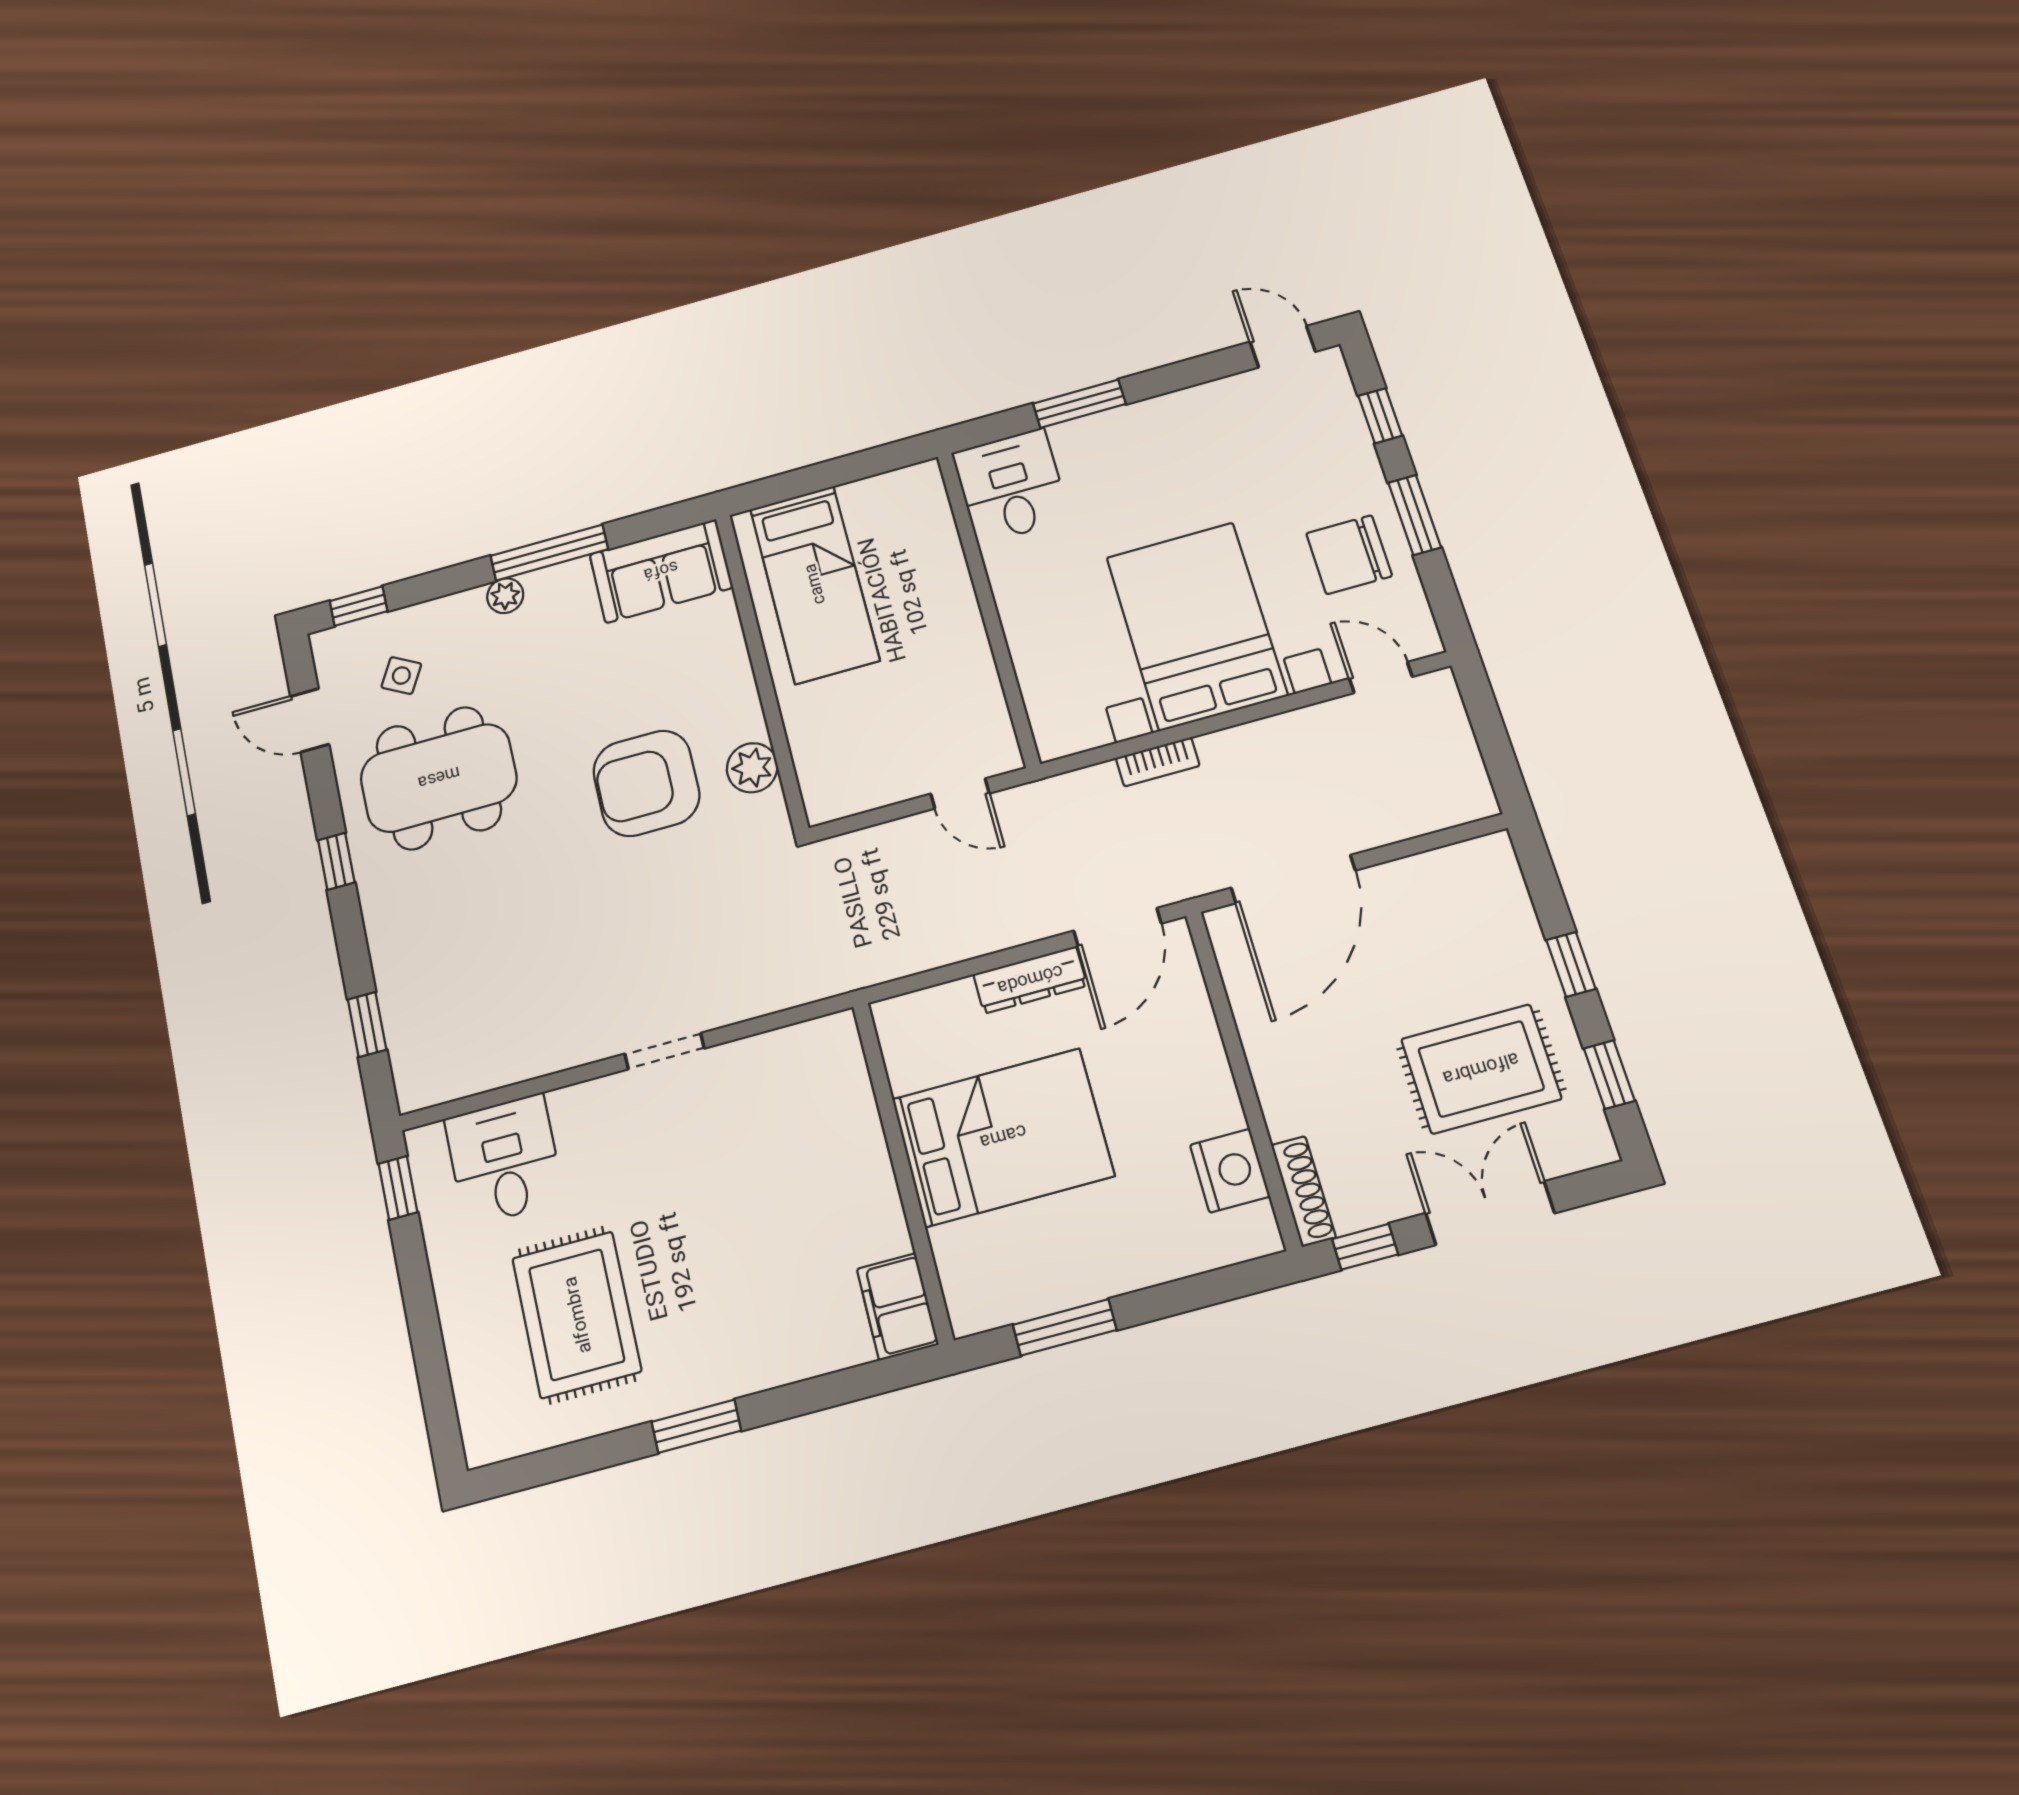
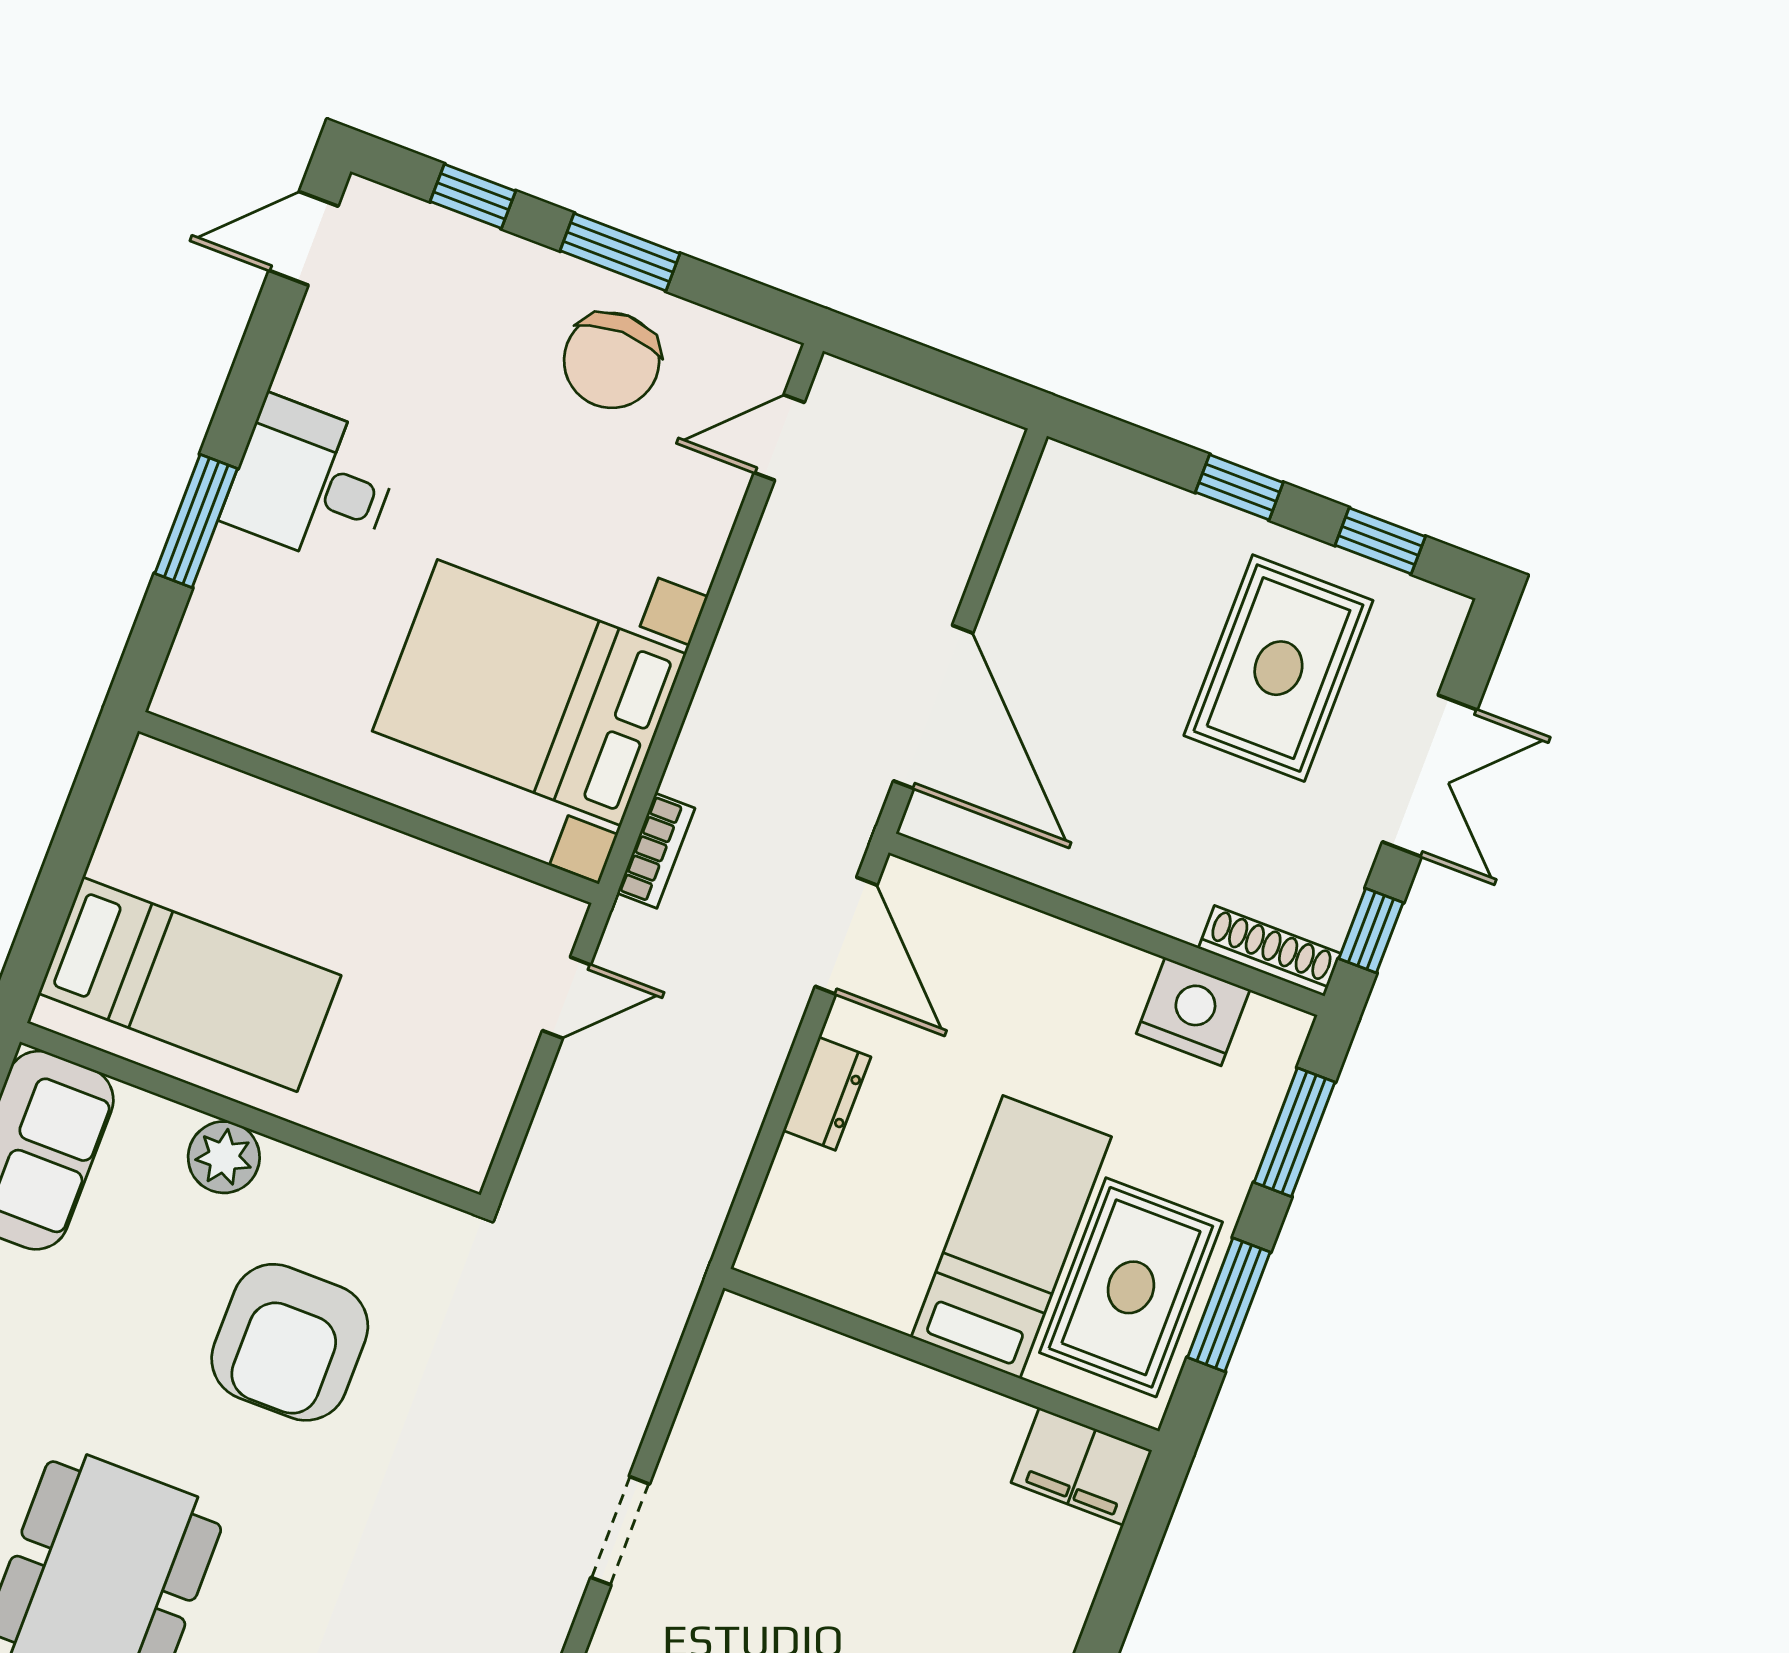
desk: (1011, 486) -> (312, 482), moved
bed with nightstands: (1196, 626) -> (529, 693), moved
bookcase: (1158, 762) -> (656, 851), moved
plant: (752, 768) -> (224, 1157), moved
dresser: (1030, 980) -> (827, 1094), width x0.70
bed: (1003, 1137) -> (1011, 1237), width x0.67
double door: (1490, 1213) -> (1430, 776), swing flipped
rug: (1031, 1257) -> (1131, 1287), added
window: (1203, 1290) -> (1294, 1132), added

